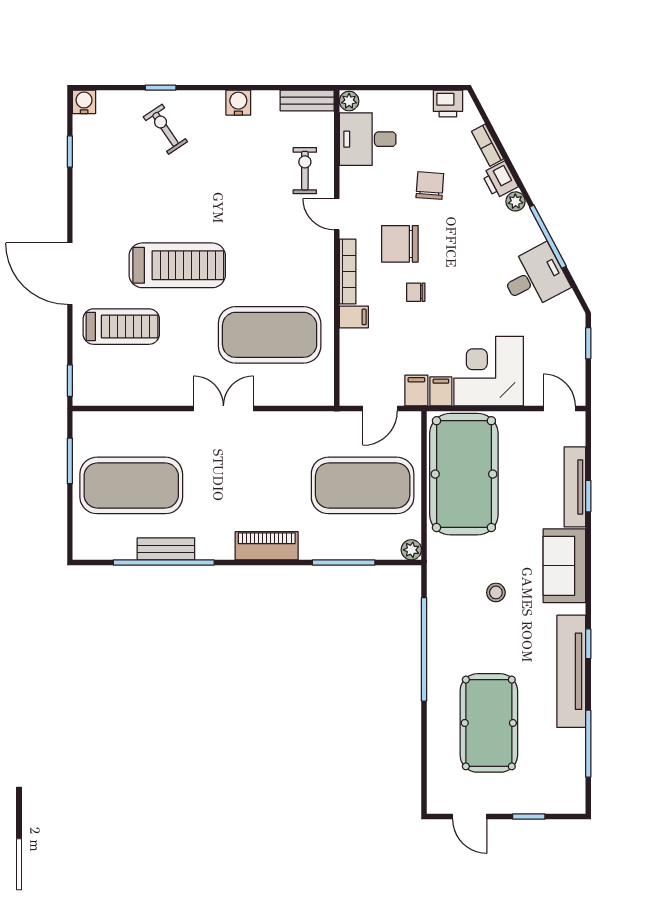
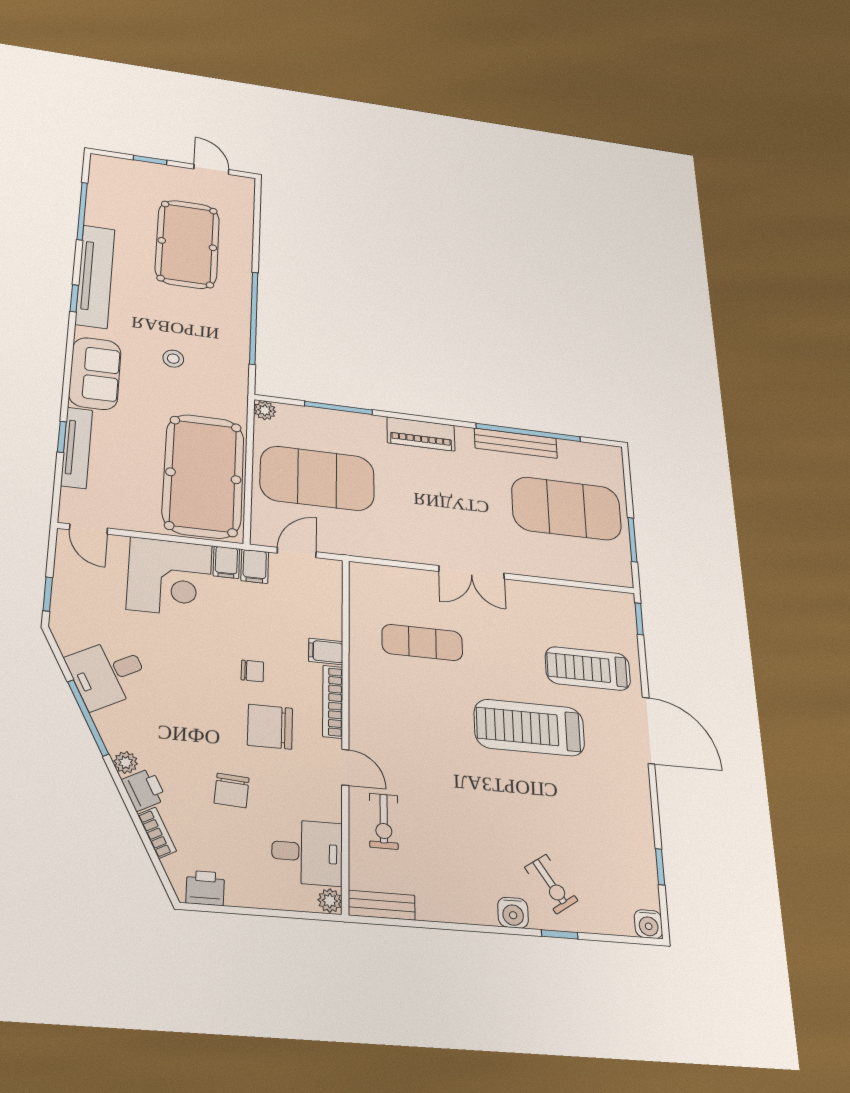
water cooler: (238, 103) -> (513, 913), moved
chair: (400, 244) -> (270, 727), turned 180
exercise mat: (270, 335) -> (422, 642), width x0.50, depth x0.69
bench: (166, 549) -> (516, 443), width x1.36

